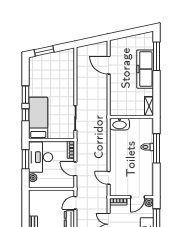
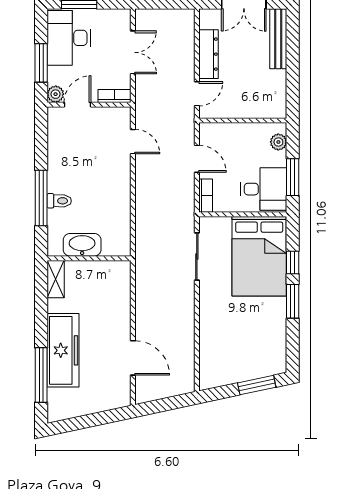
bed: (38, 118) -> (259, 256), width x1.50
washbasin: (120, 124) -> (82, 245), moved
desk: (41, 157) -> (264, 189), width x0.73

